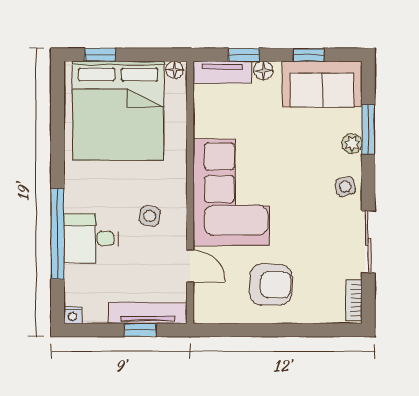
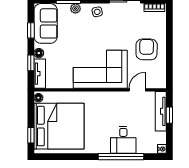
side table: (150, 216) -> (112, 110), removed

